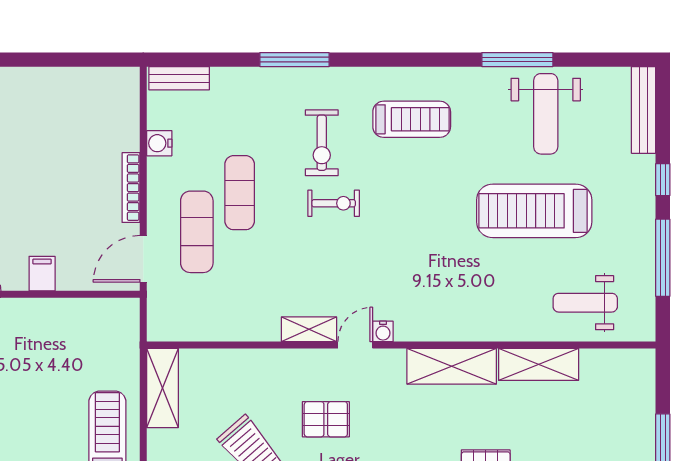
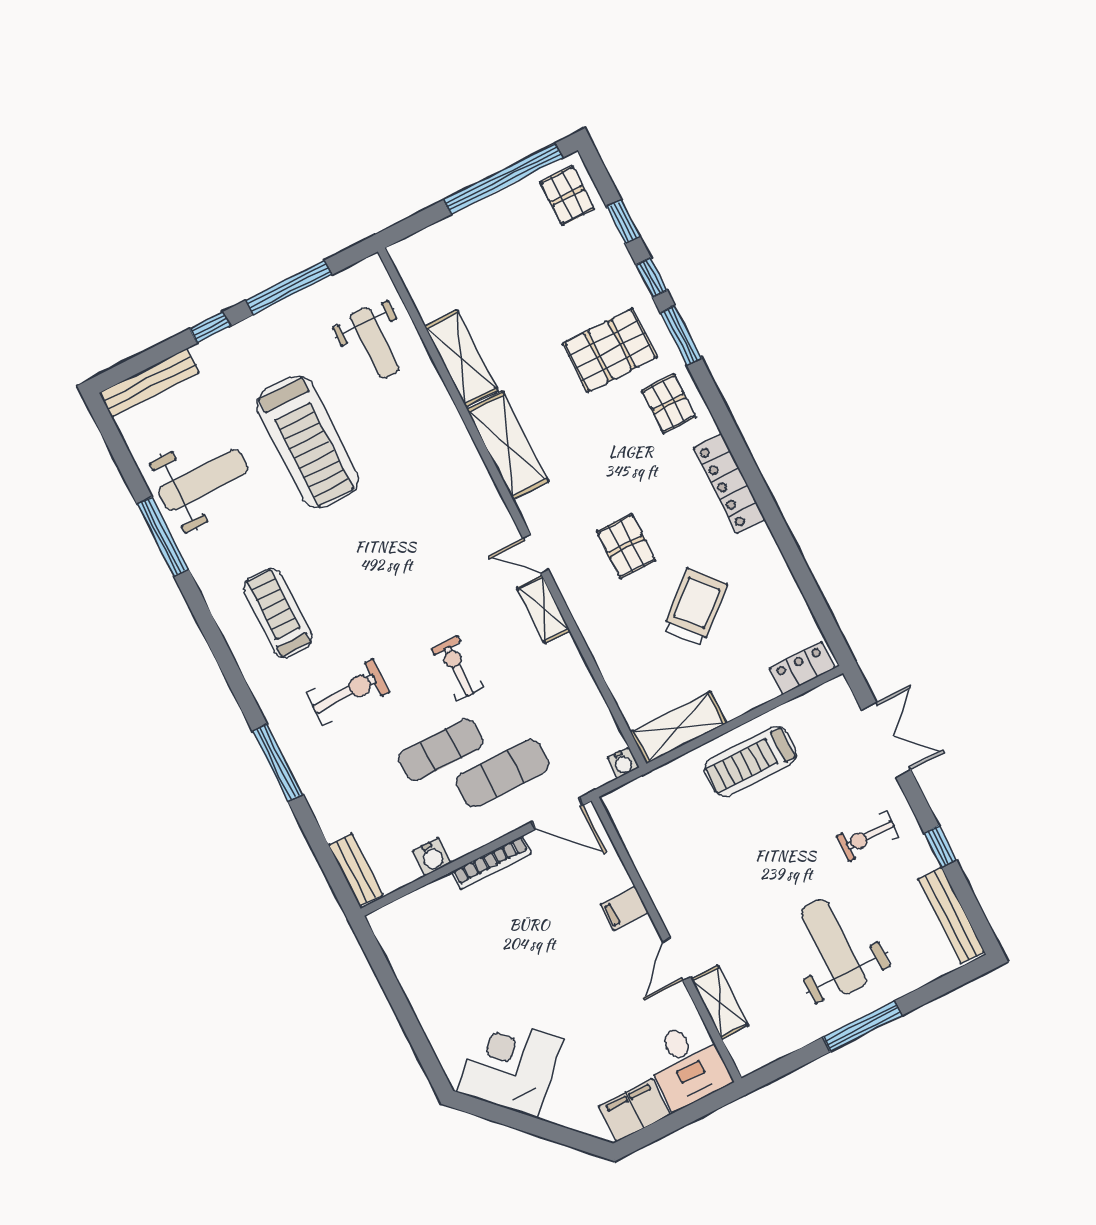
exercise bike: (334, 203) -> (457, 668), moved
water cooler: (383, 331) -> (623, 763), moved, turned 90

